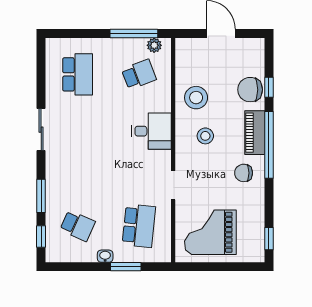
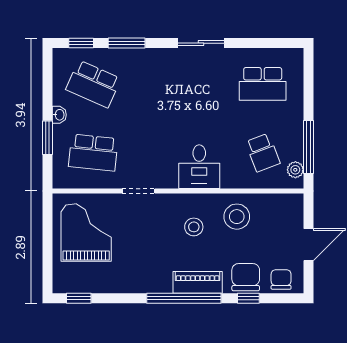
chair: (244, 173) -> (281, 279), moved
school desk: (78, 226) -> (93, 84), width x1.85

